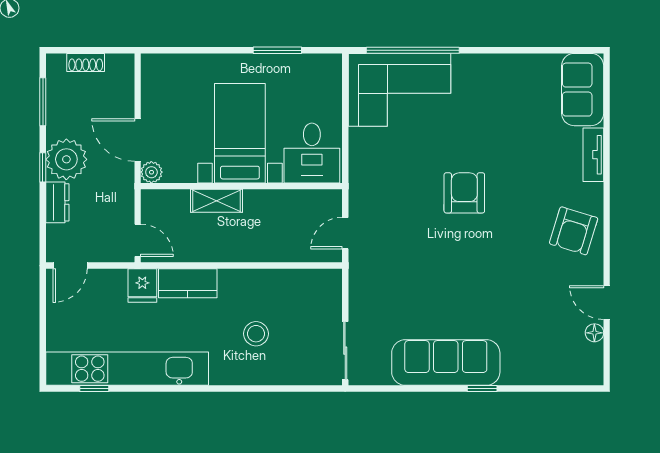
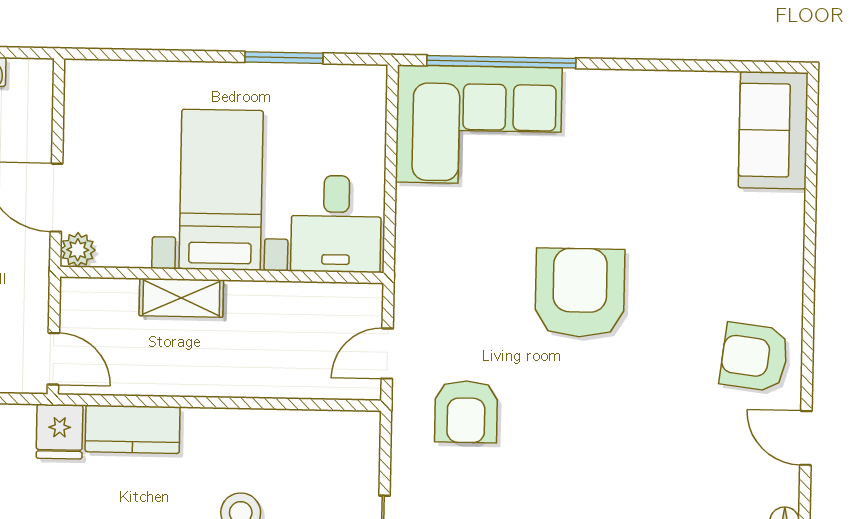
tv unit: (593, 155) -> (788, 235), removed
armchair: (464, 193) -> (580, 293), width x1.36, depth x1.36
armchair: (574, 231) -> (754, 357), turned 80
armchair: (395, 268) -> (466, 412), added
door: (607, 303) -> (806, 438), moved

